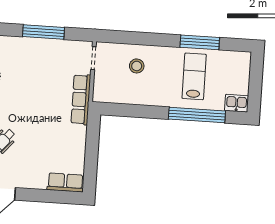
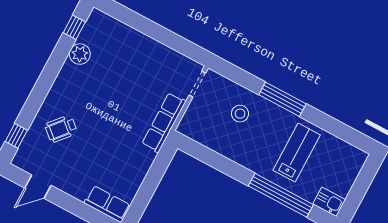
window: (44, 32) -> (157, 32), removed
window: (200, 42) -> (282, 99), moved

